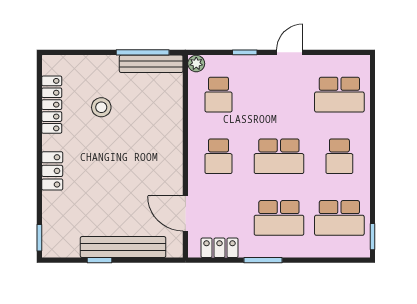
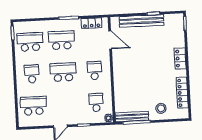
stool: (101, 107) -> (161, 108), moved

